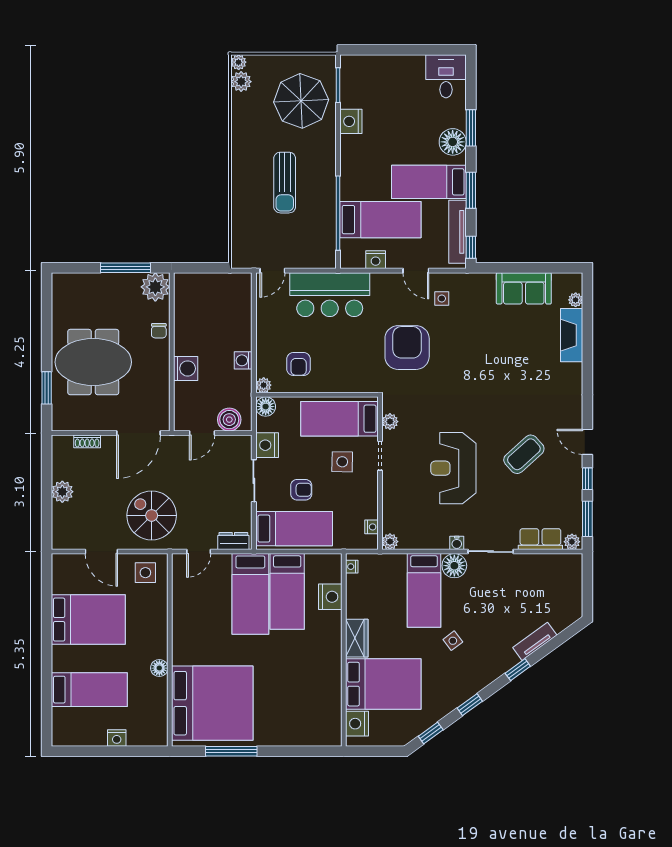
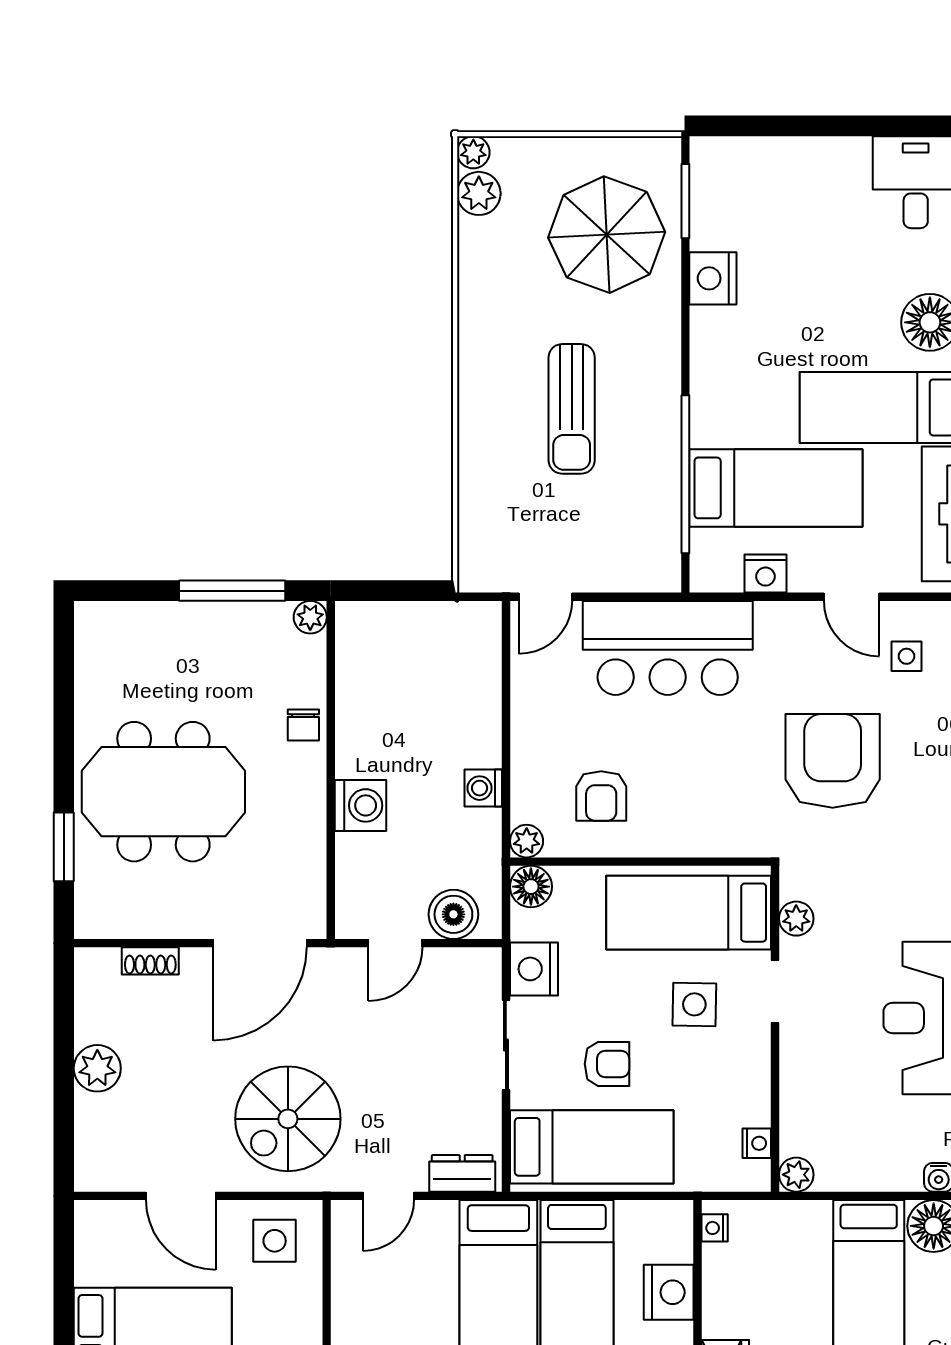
plant: (155, 287) -> (310, 617), width x0.53, depth x0.53
spiral stairs: (152, 515) -> (288, 1119), turned -90

